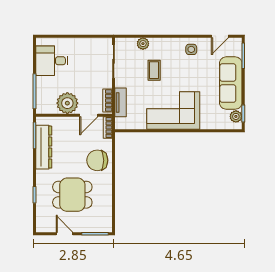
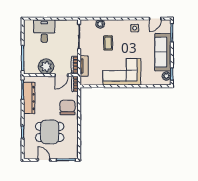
desk: (52, 61) -> (44, 31), moved, turned 90
chair: (97, 160) -> (67, 107), turned 90

